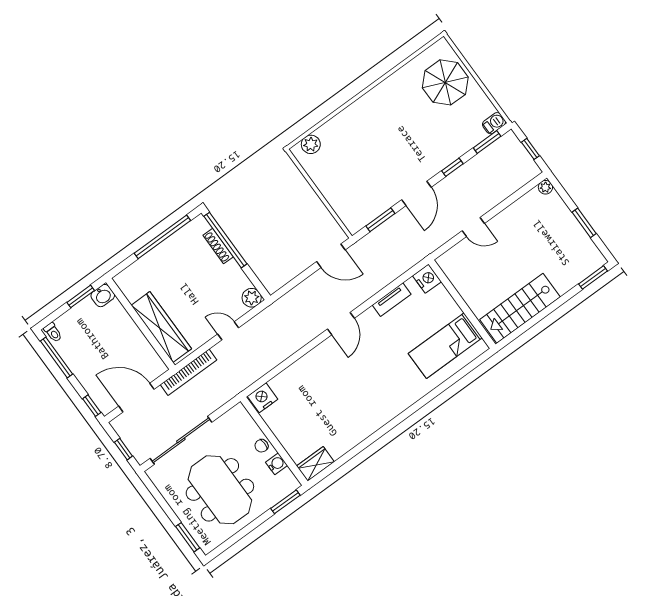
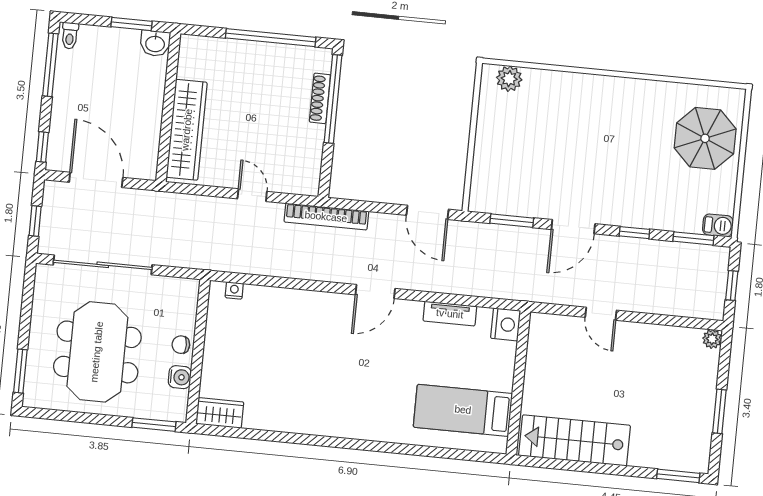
plant: (252, 298) -> (307, 183), removed
bookcase: (189, 372) -> (326, 217), moved
nightstand: (263, 398) -> (234, 290), width x0.53, depth x0.56

